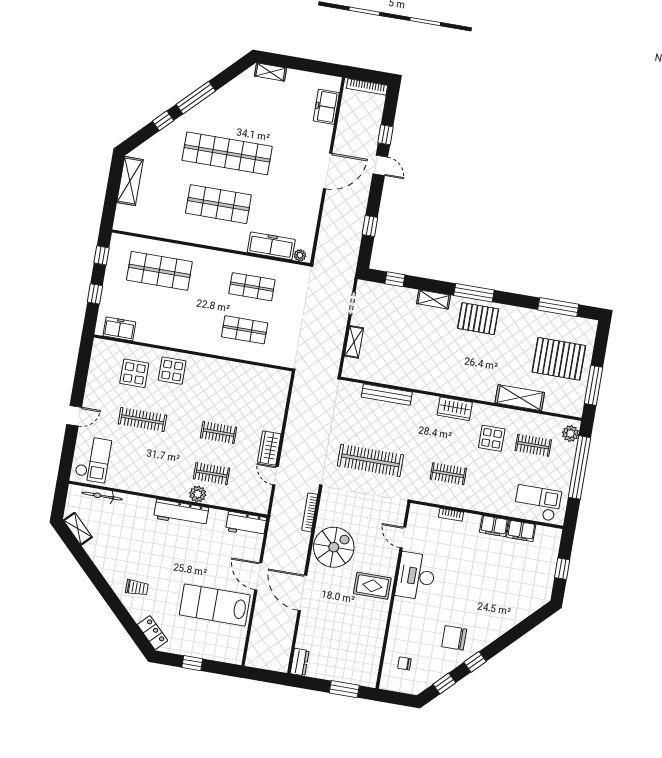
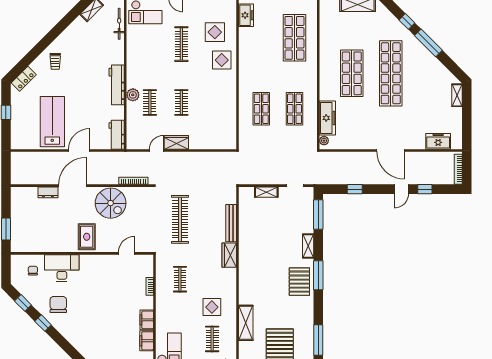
window: (395, 279) -> (318, 215), width x2.17
wardrobe: (455, 409) -> (229, 255), moved
desk: (416, 576) -> (62, 268), moved
dresser: (300, 662) -> (48, 192), moved

